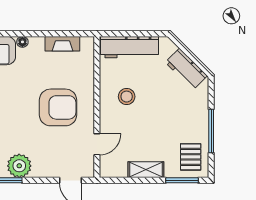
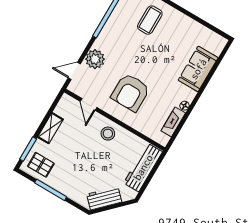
floor lamp: (22, 42) -> (185, 106), moved
stool: (127, 97) -> (108, 134), moved
plant: (19, 166) -> (95, 59), moved

